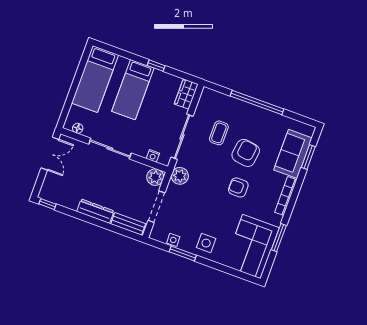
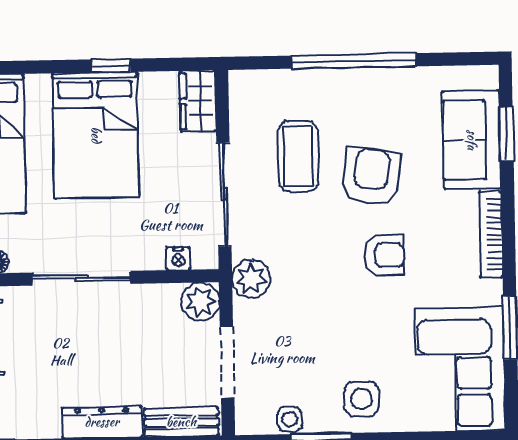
bed: (133, 90) -> (96, 135), width x1.50
coffee table: (219, 133) -> (298, 156), width x1.36, depth x1.30
armchair: (238, 187) -> (384, 255), turned 180

